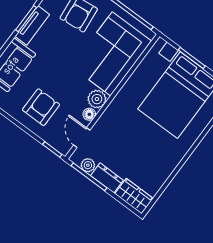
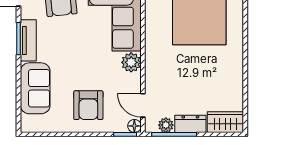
armchair: (41, 107) -> (88, 105), turned 180
floor lamp: (89, 114) -> (134, 126), moved

